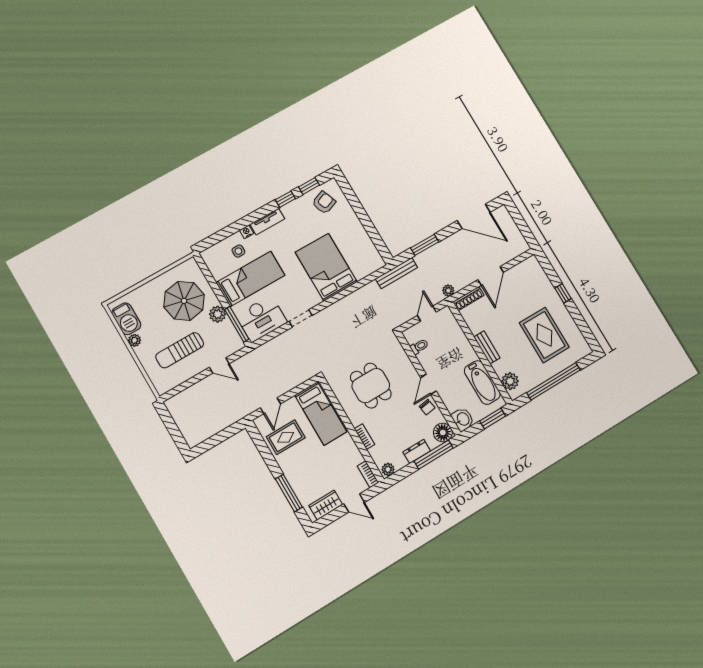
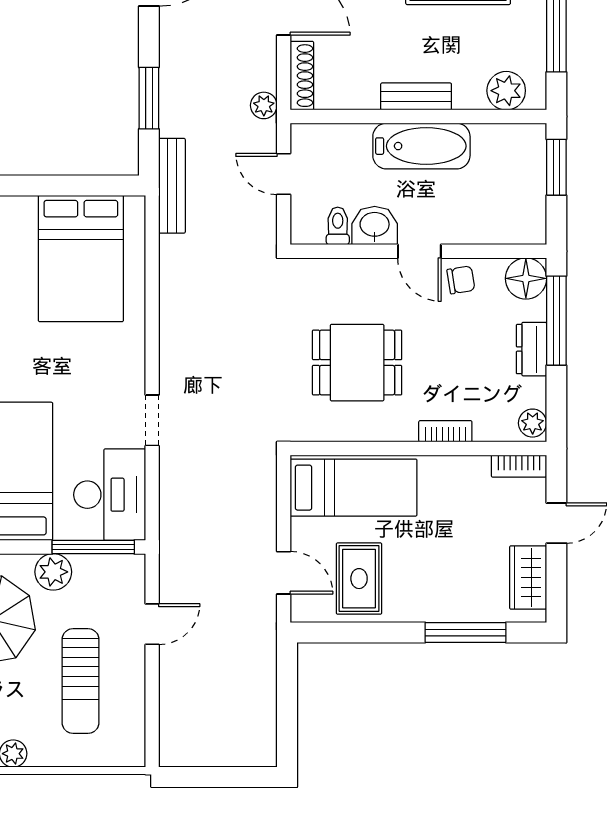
bed: (326, 267) -> (81, 259), moved, turned -90
bathtub: (482, 383) -> (421, 146), moved
washbasin: (463, 419) -> (375, 225), moved

